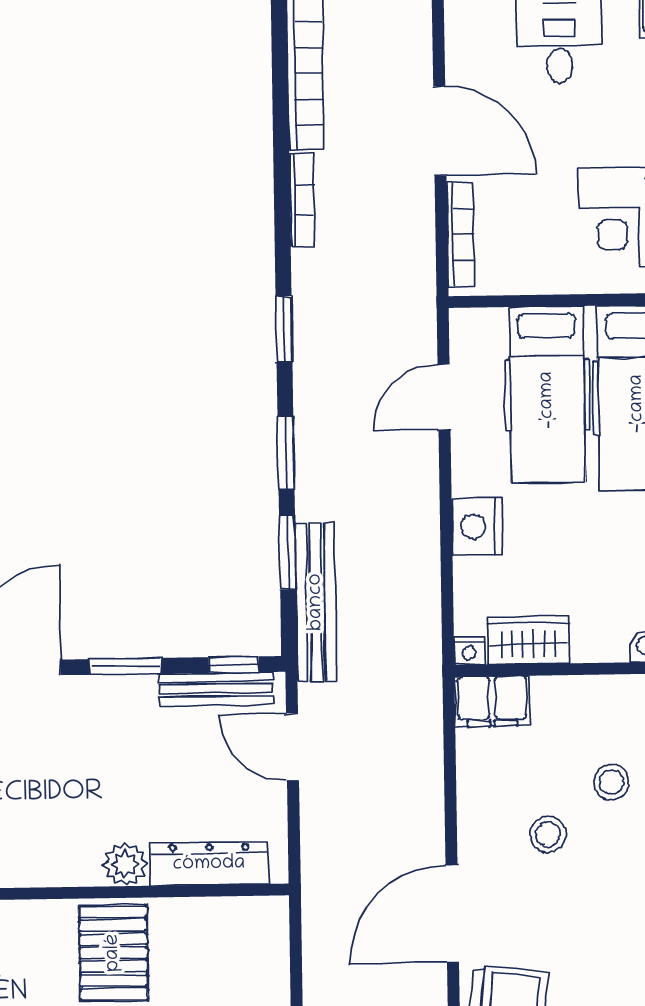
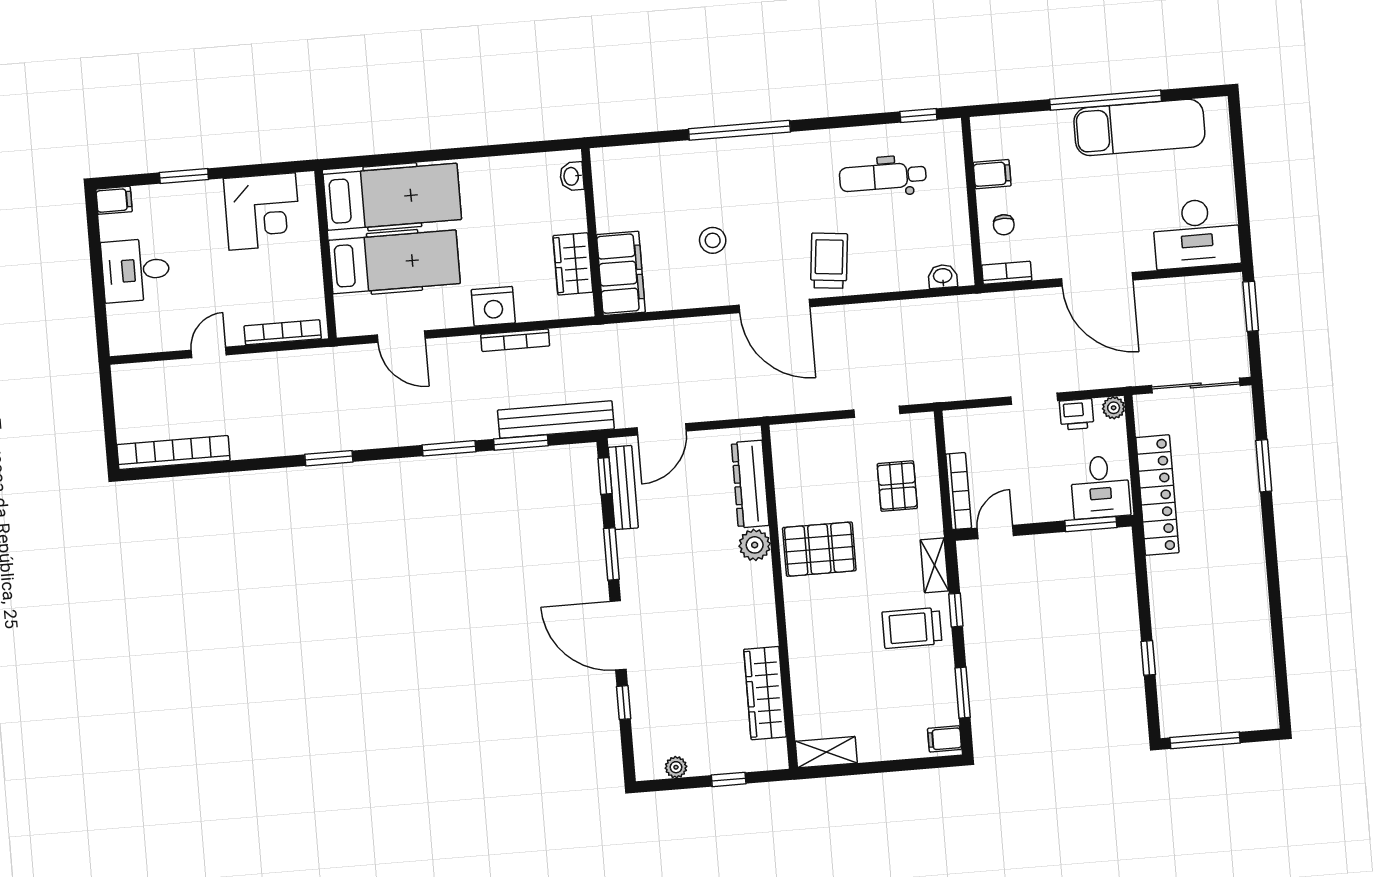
door: (440, 131) -> (209, 352), width x0.53
bookcase: (302, 200) -> (515, 340), moved, turned 180
window: (284, 329) -> (329, 458), moved
nightstand: (469, 651) -> (584, 306), removed
filing cabinet: (492, 701) -> (621, 273), width x1.50, depth x1.17
stool: (611, 782) -> (672, 197), removed

